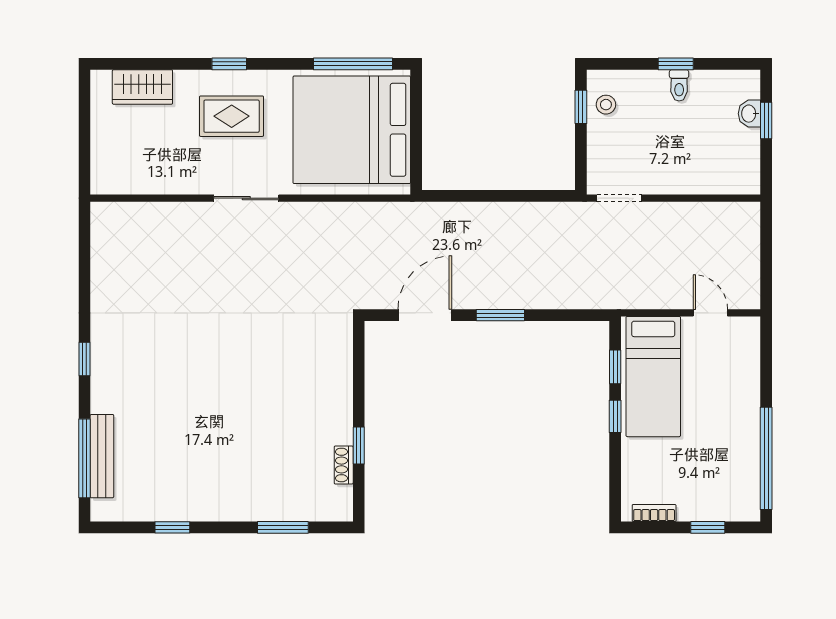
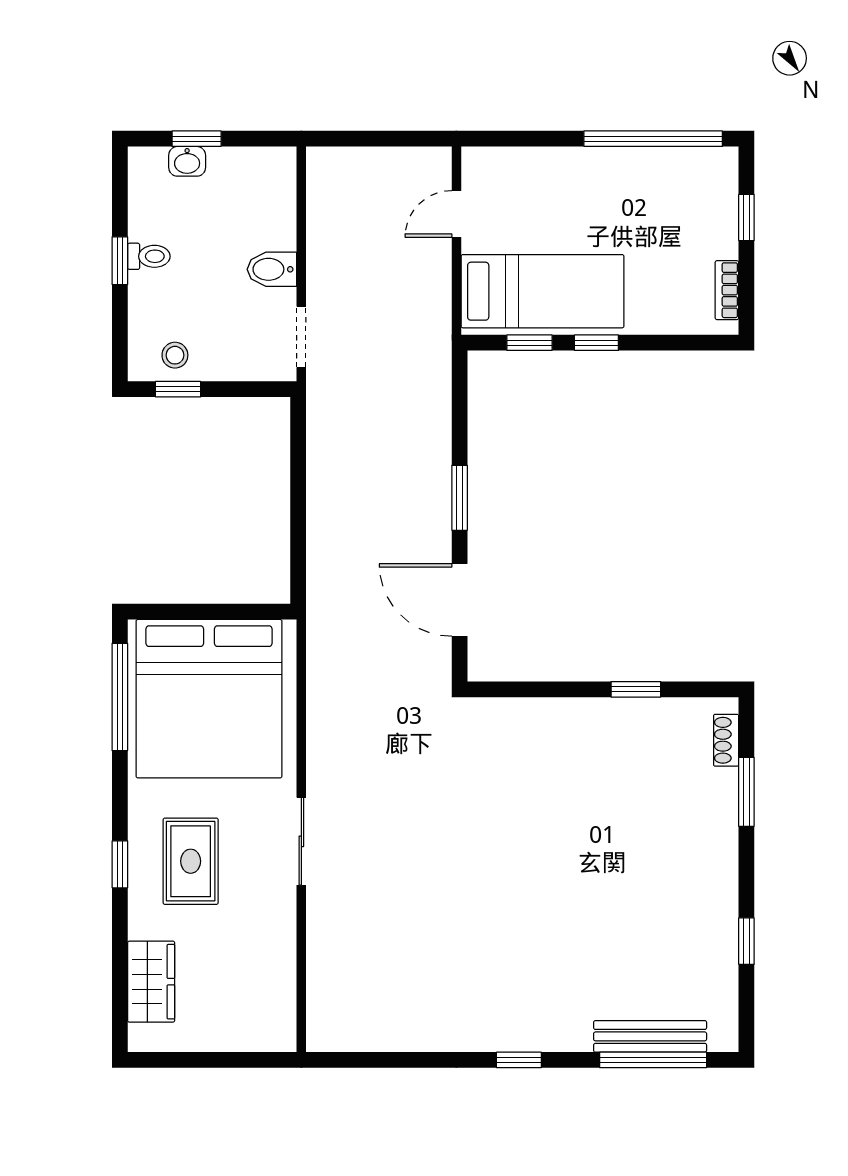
bidet: (669, 176) -> (272, 269), added
shoe rack: (344, 465) -> (726, 740), moved, turned 90

